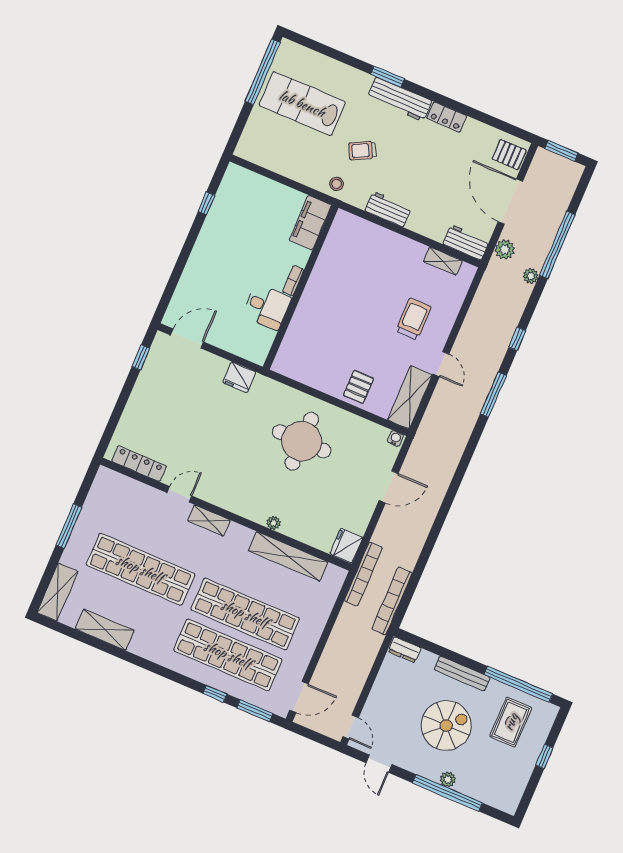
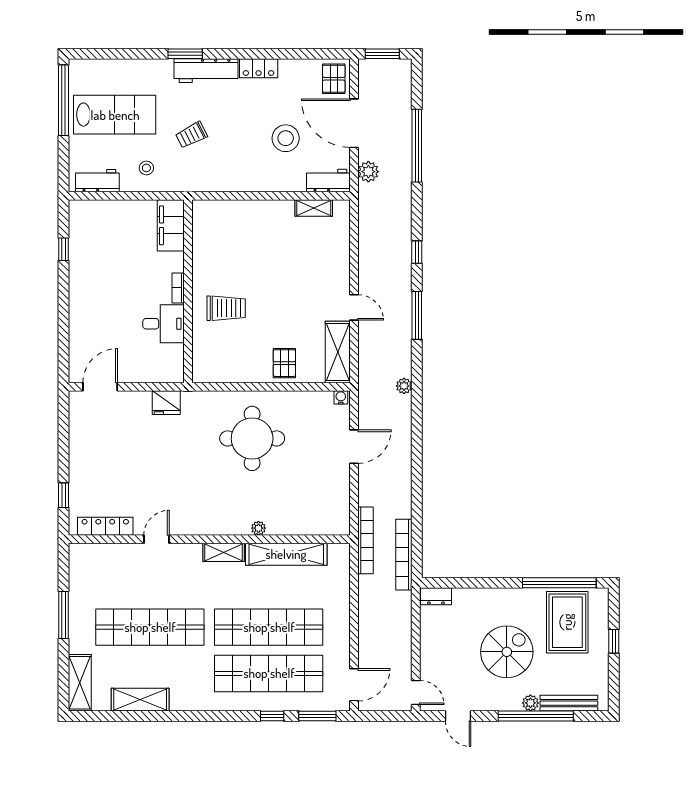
lab bench: (302, 104) -> (115, 115), turned 180
pallet: (509, 155) -> (334, 79), turned 90
stool: (337, 184) -> (146, 168), moved
stool: (444, 189) -> (286, 138), added
workbench: (388, 209) -> (97, 181), moved
plant: (531, 276) -> (404, 386), moved
trolley: (414, 319) -> (226, 308), moved, turned 90
window: (141, 357) -> (64, 495), moved
shelving: (209, 521) -> (224, 552), moved
fridge: (346, 546) -> (338, 520), removed
bench: (462, 674) -> (569, 703), moved
rug: (511, 722) -> (567, 622), width x1.36, depth x1.43

